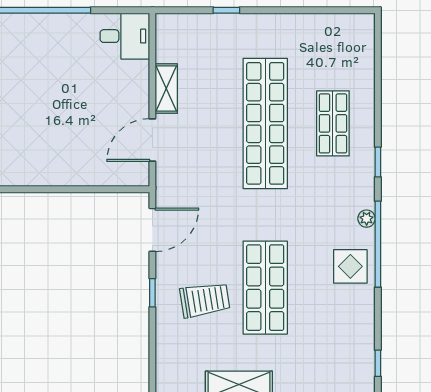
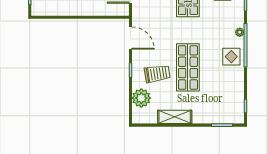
door: (152, 230) -> (130, 38), hinge flipped
plant: (174, 348) -> (141, 98), added

